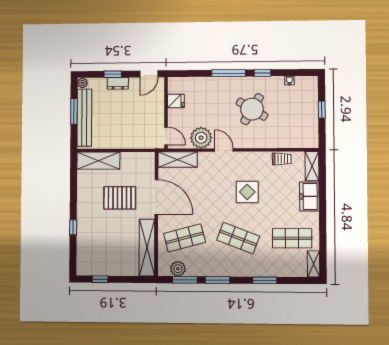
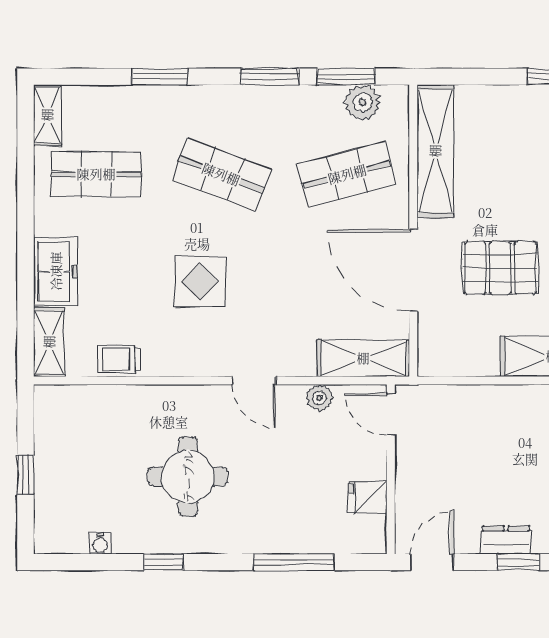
window: (229, 73) -> (294, 562), moved
round table: (252, 109) -> (188, 477), turned -31
plant: (201, 138) -> (319, 398), width x0.53, depth x0.53

